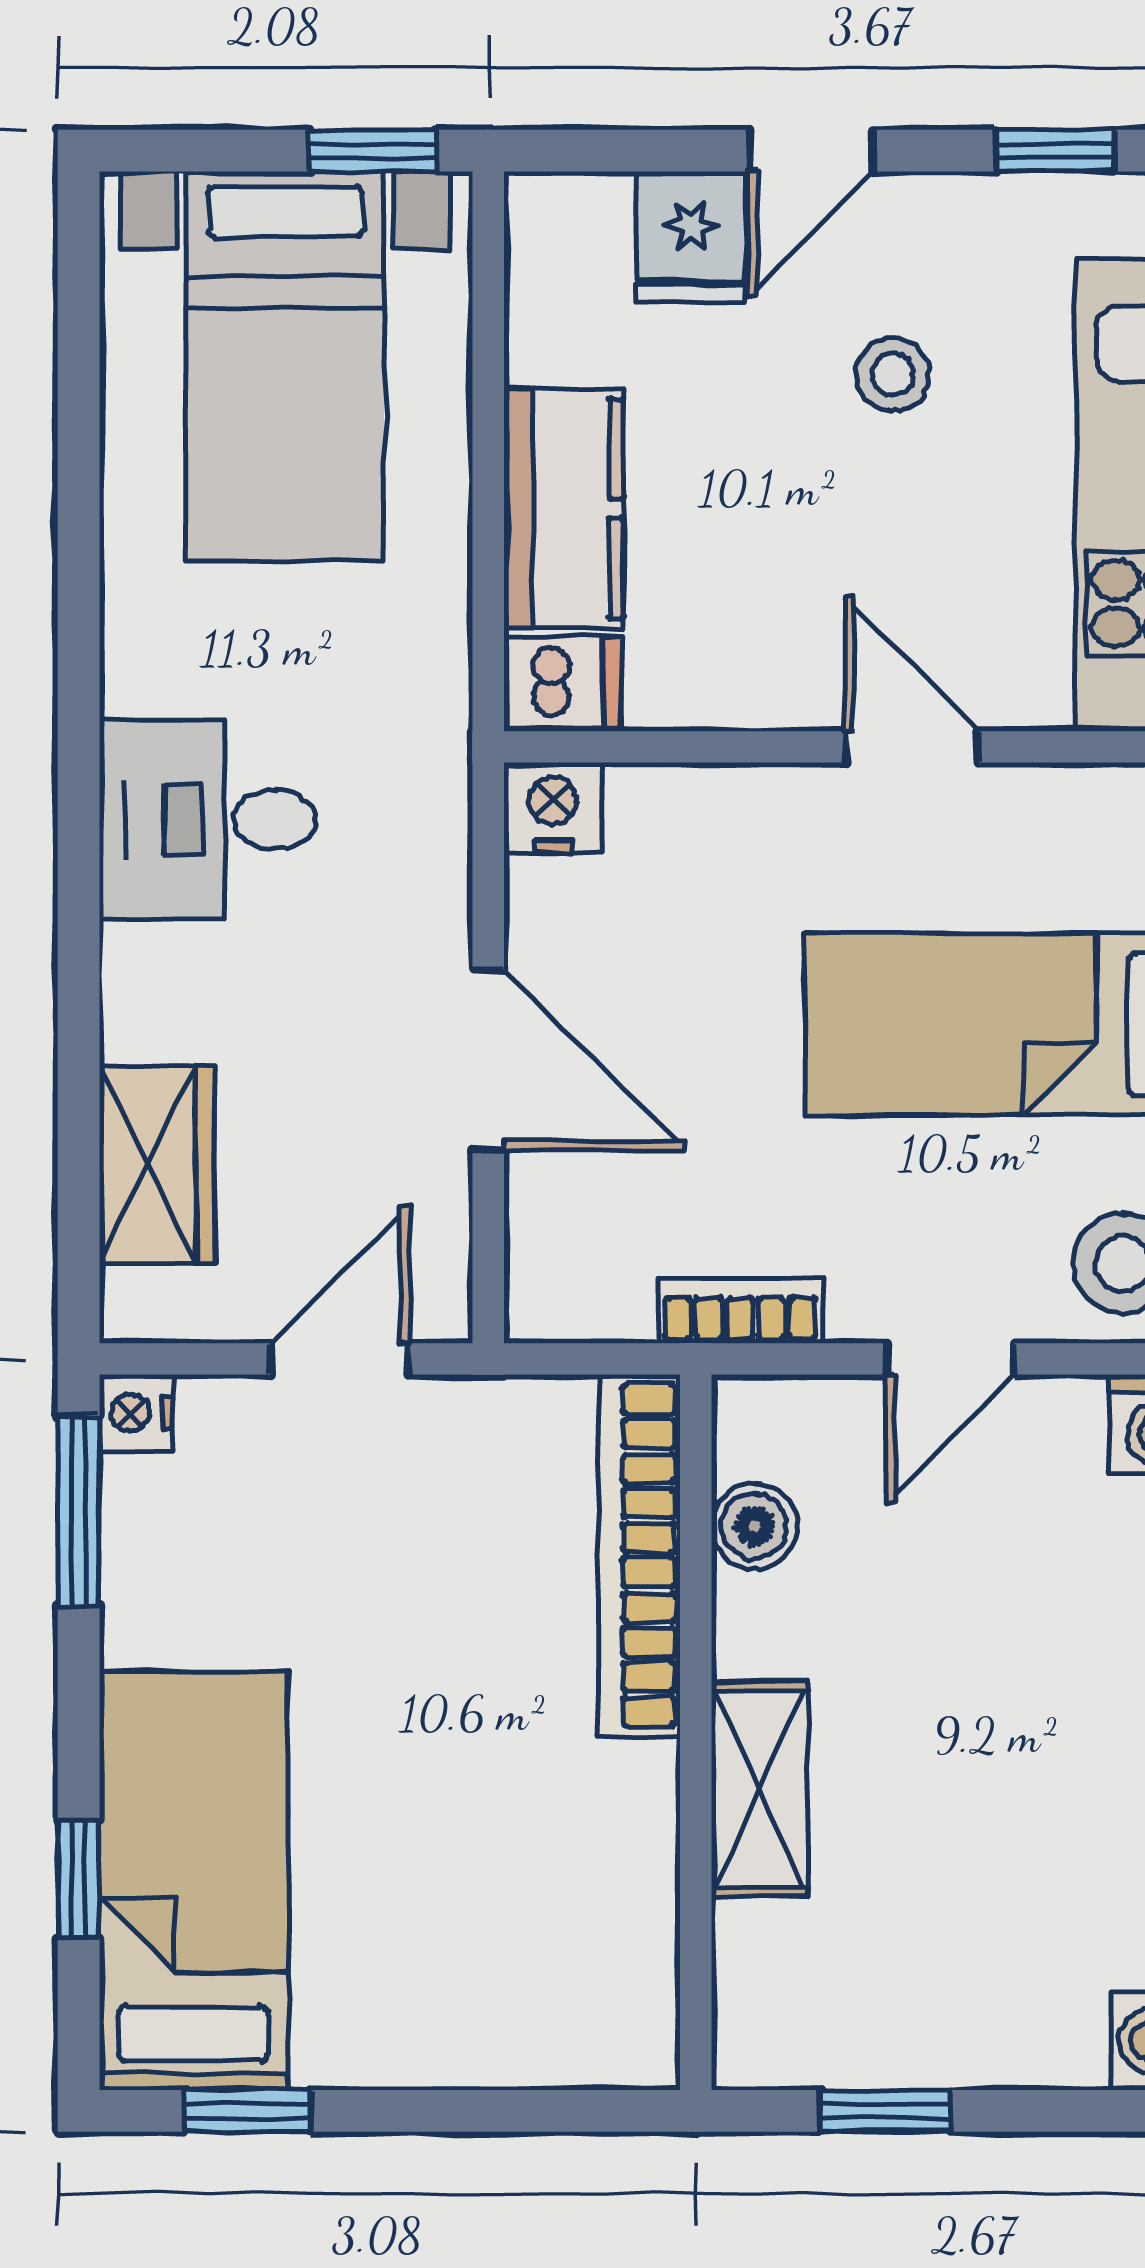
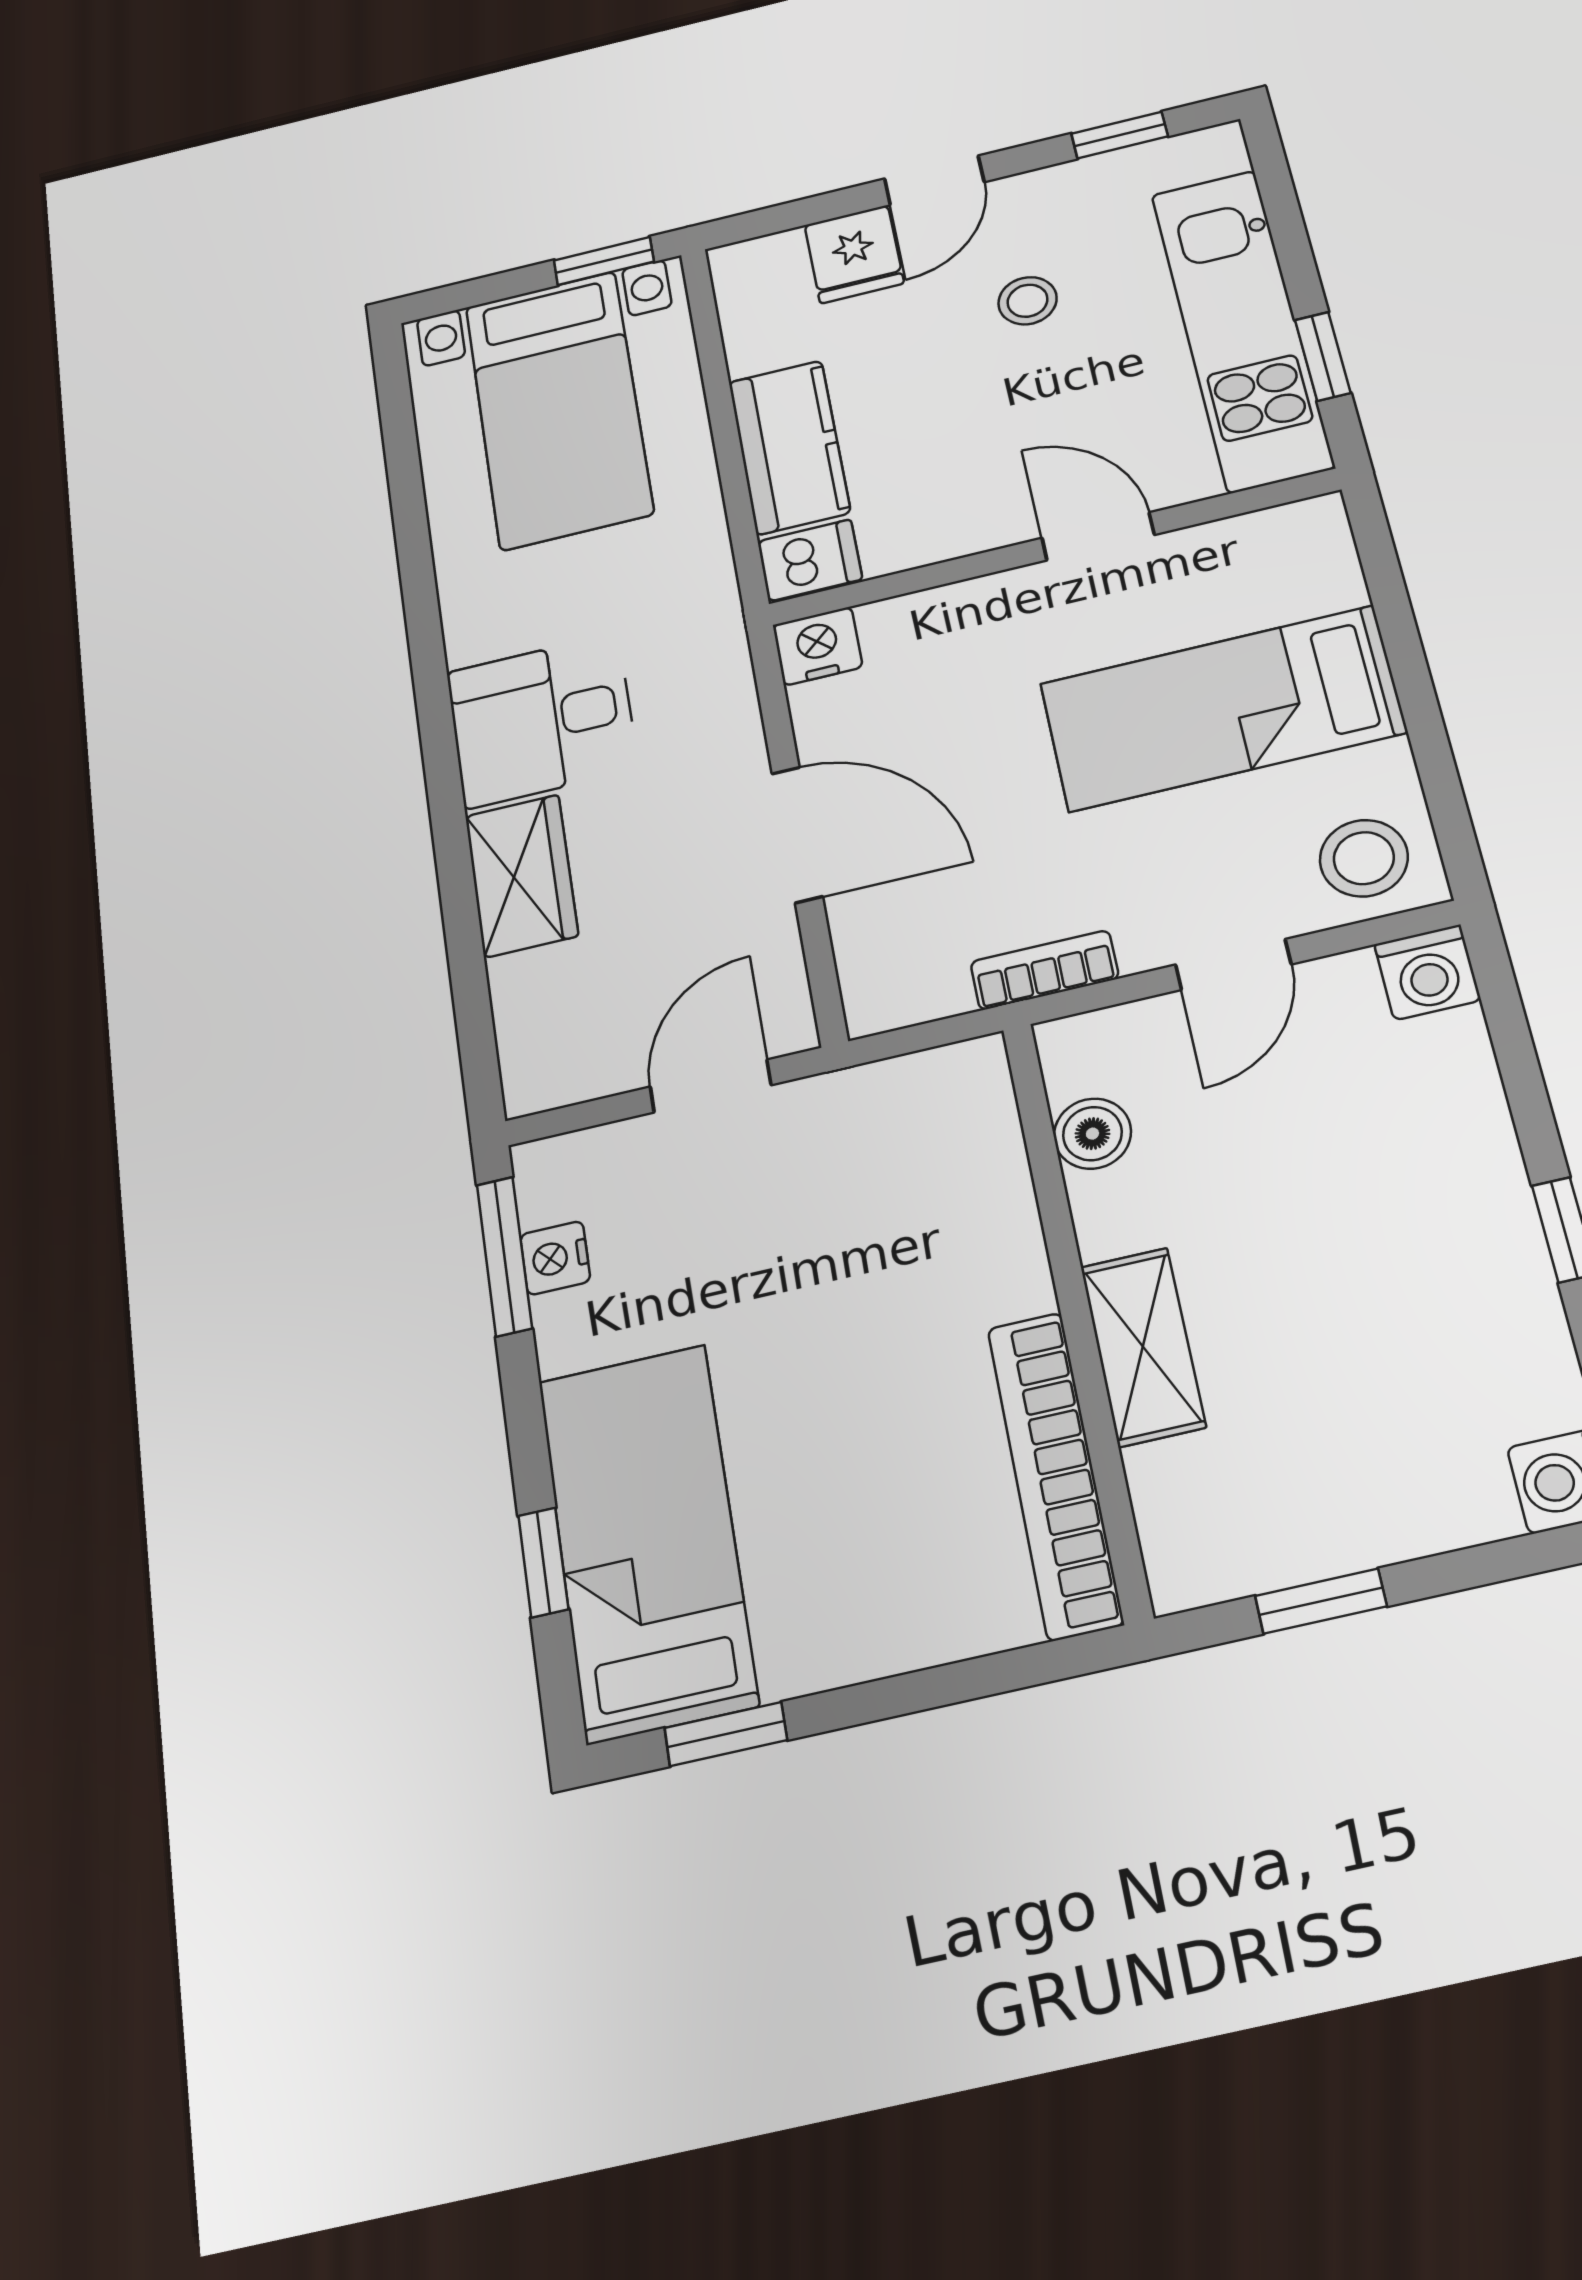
wardrobe: (157, 1164) -> (521, 876), moved
nightstand: (136, 1413) -> (555, 1258), moved
bookcase: (639, 1555) -> (1055, 1474), moved

